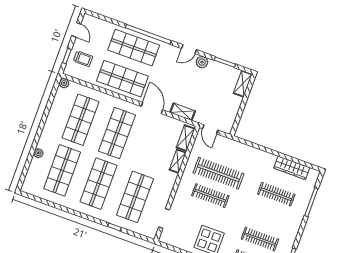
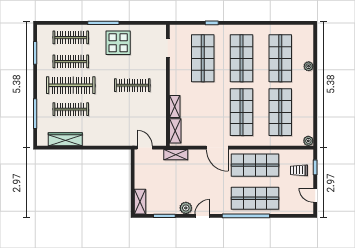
shelving: (183, 112) -> (176, 155), moved
door: (210, 129) -> (145, 148), moved
clothes rail: (218, 173) -> (71, 85), moved

